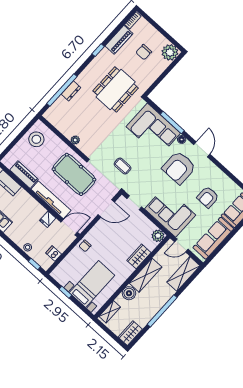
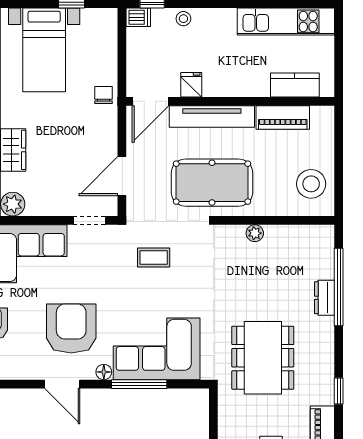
dishwasher: (54, 254) -> (138, 17), moved

